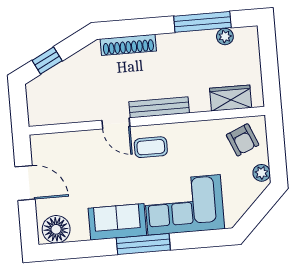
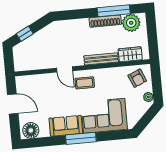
plant: (225, 37) -> (131, 23), width x1.87, depth x1.87
shoe rack: (128, 45) -> (105, 21), moved
bench: (159, 107) -> (101, 59), moved

